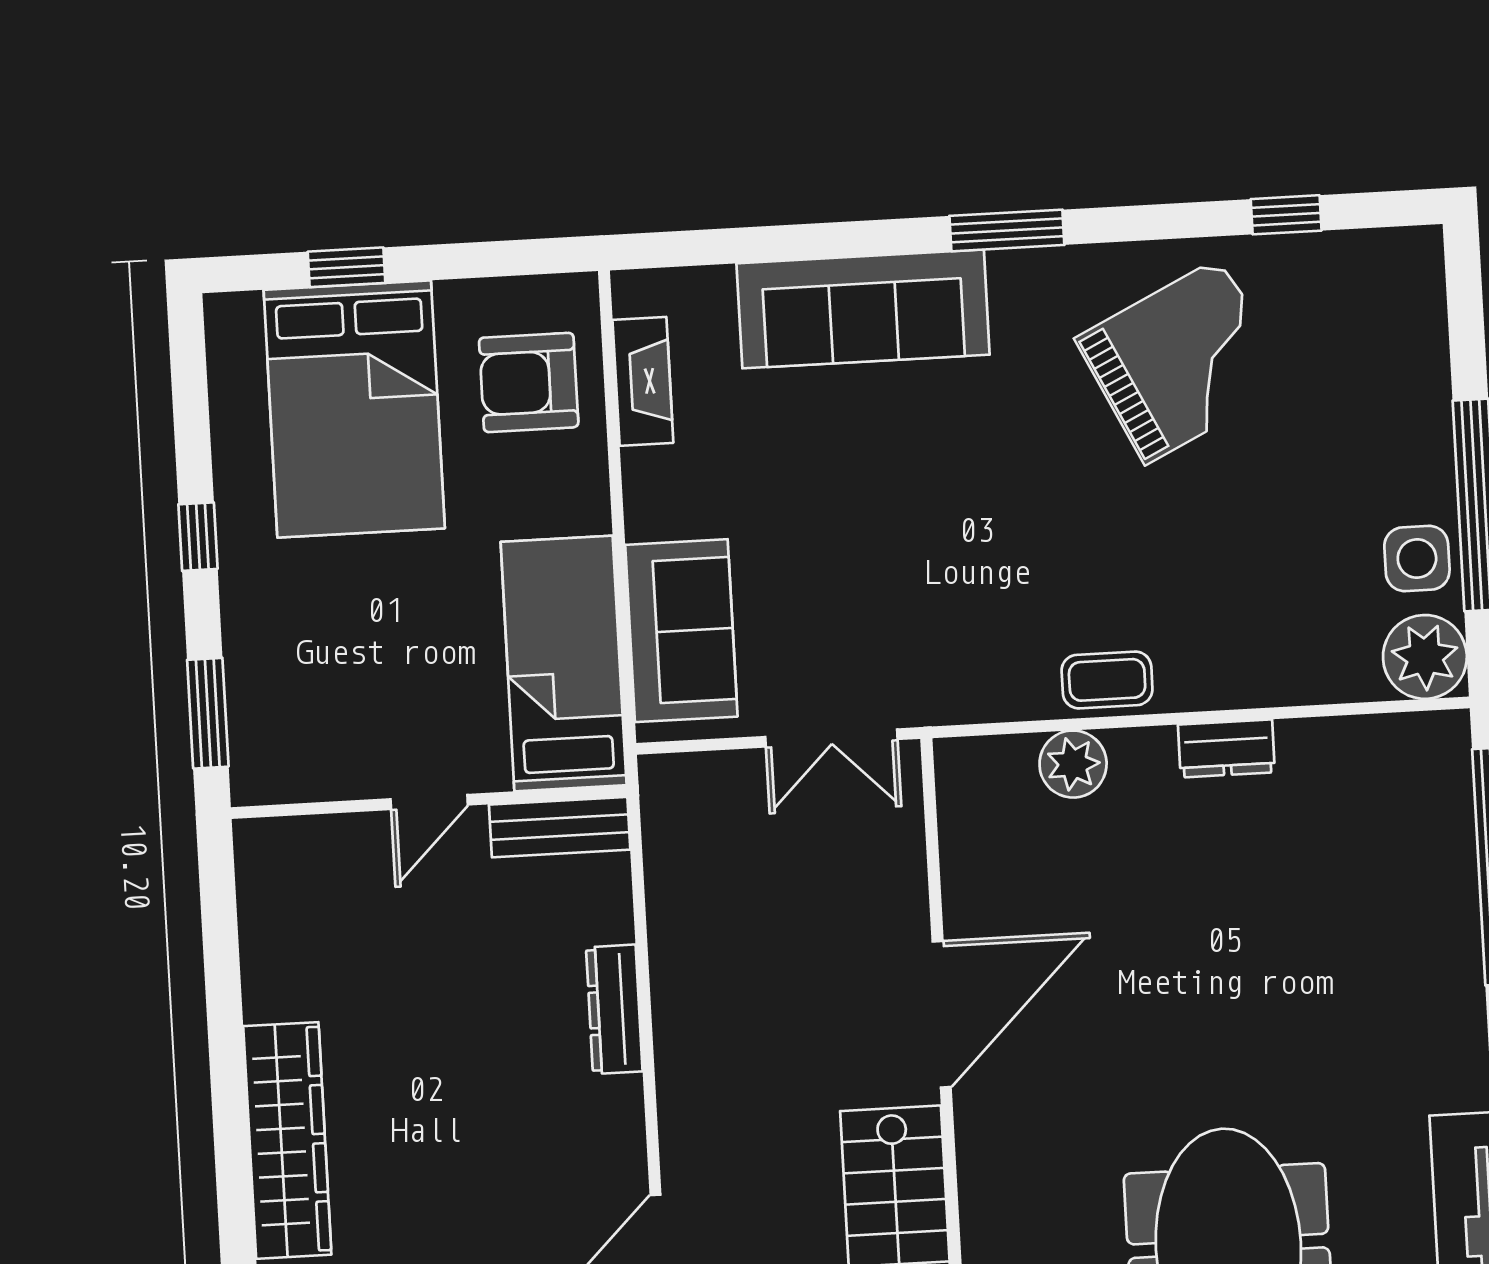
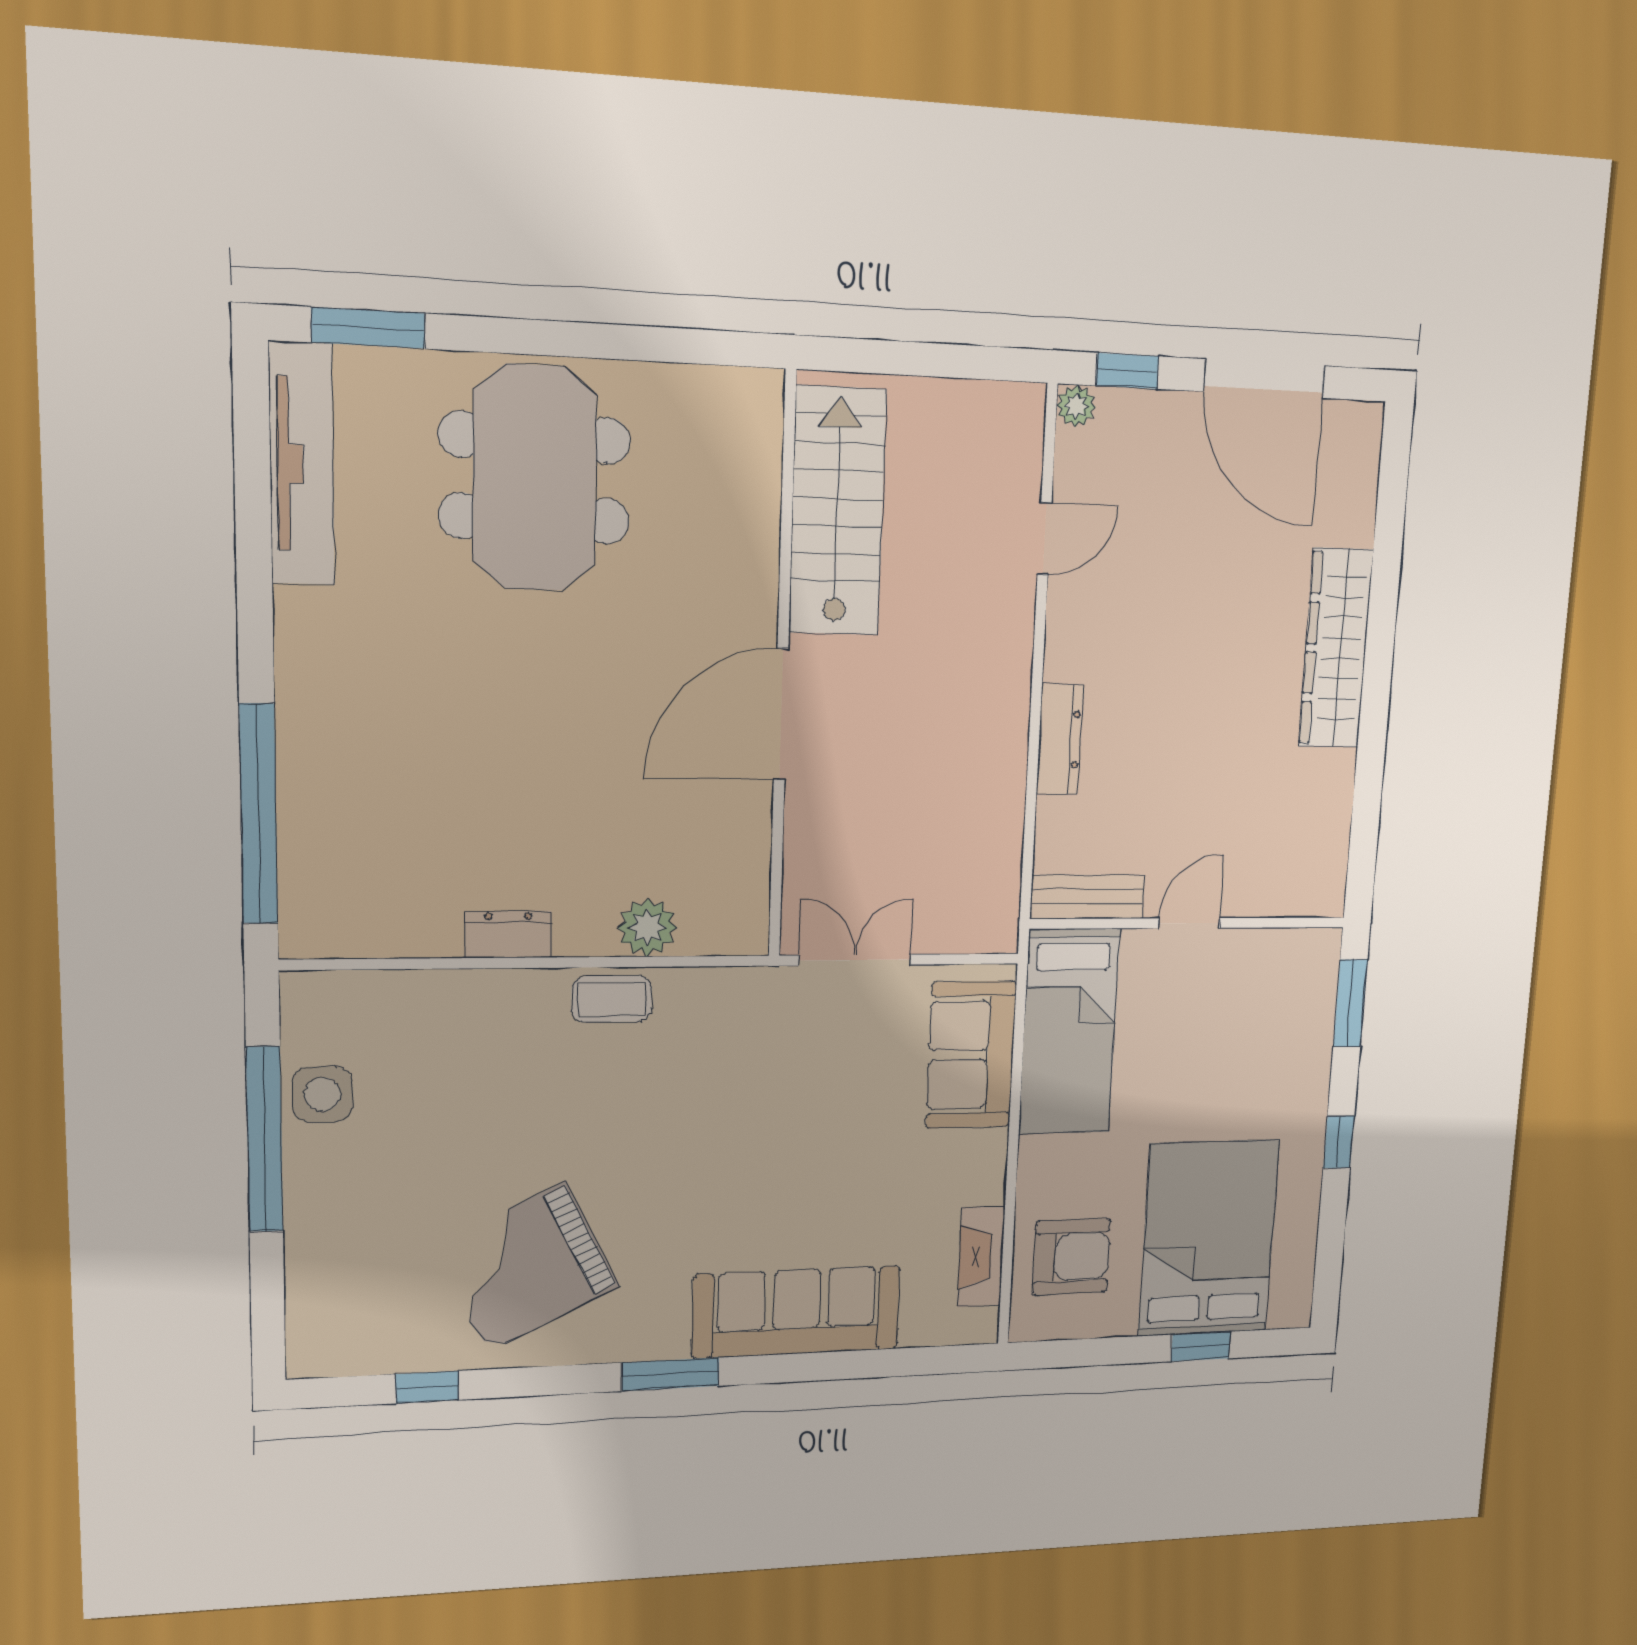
plant: (1425, 657) -> (319, 1007), removed

